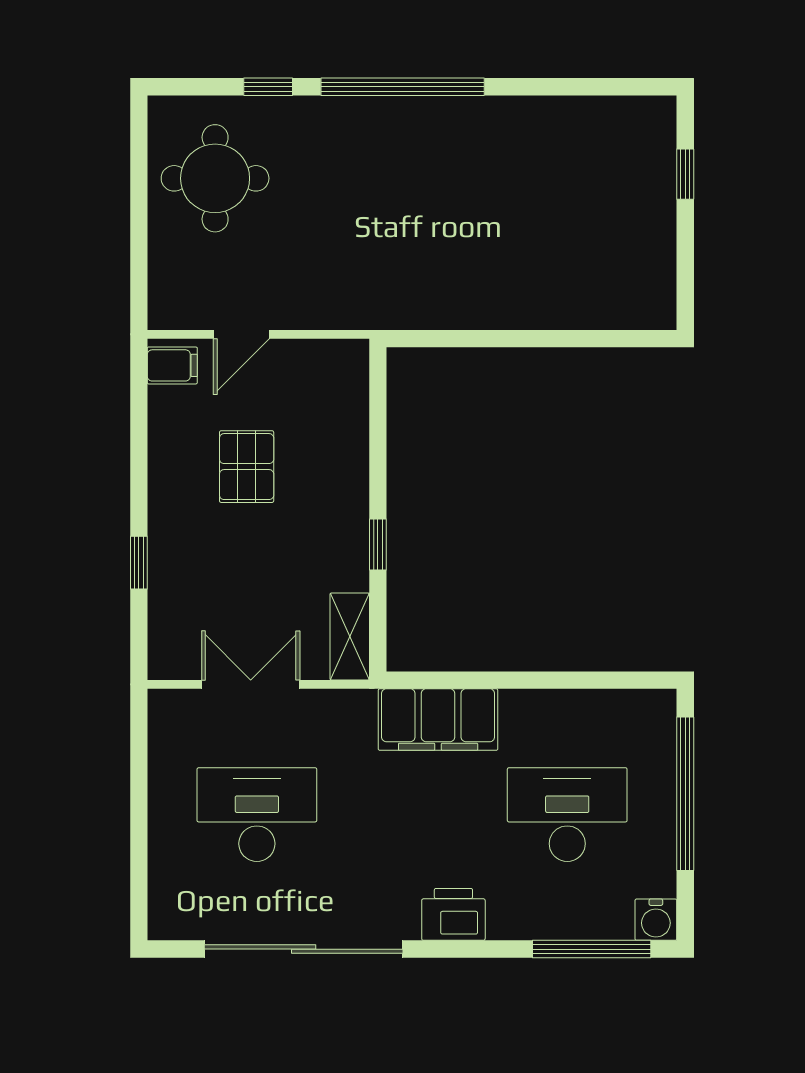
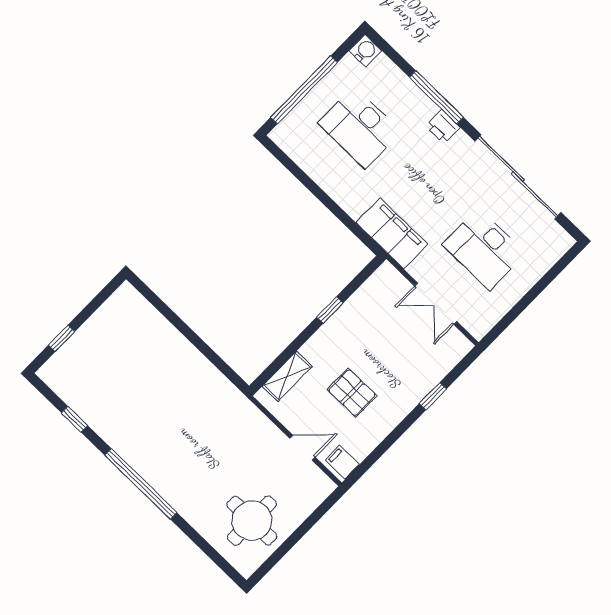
window: (268, 87) -> (74, 419), moved
pallet: (247, 467) -> (352, 393), turned 90
shelving: (350, 636) -> (287, 376), moved
filing cabinet: (438, 720) -> (392, 233), moved
printer: (453, 914) -> (443, 127), width x0.73, depth x0.81
window: (592, 949) -> (436, 97), moved

